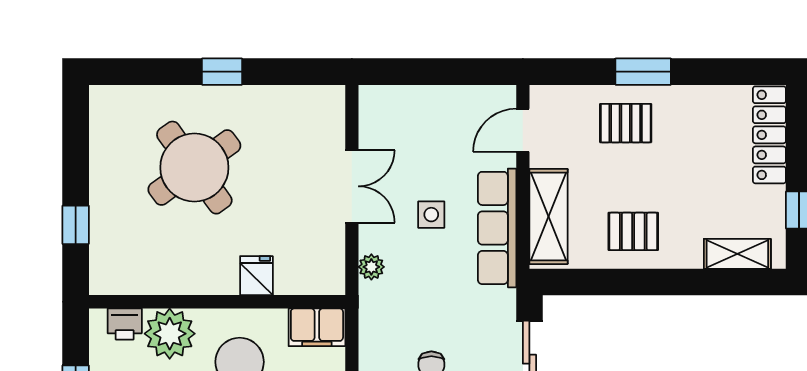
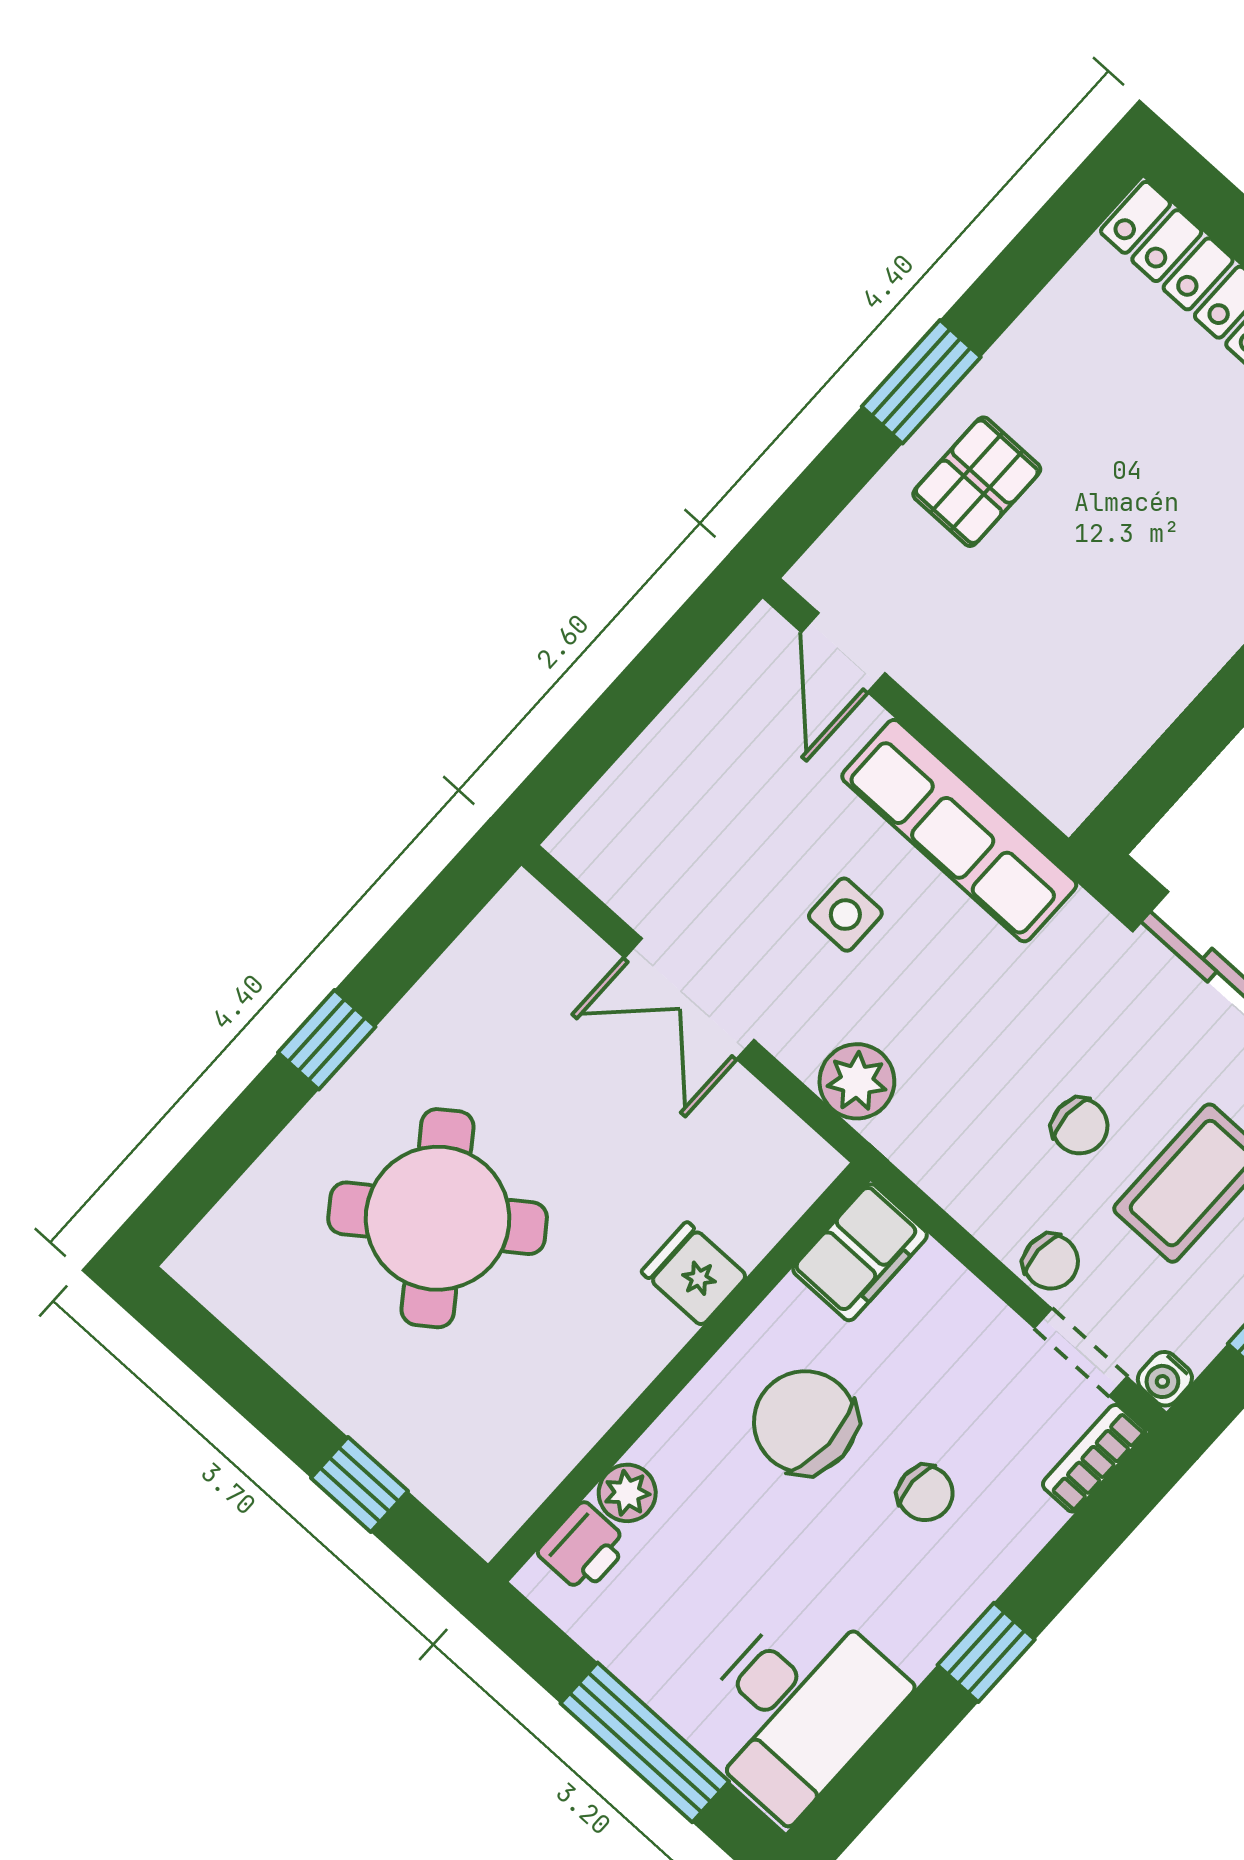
double door: (352, 186) -> (689, 999), swing flipped
shelving: (548, 216) -> (1014, 734), removed
pallet: (633, 231) -> (1157, 623), removed
plant: (371, 267) -> (857, 1081), width x1.38, depth x1.38
plant: (170, 334) -> (627, 1493), width x0.53, depth x0.53

